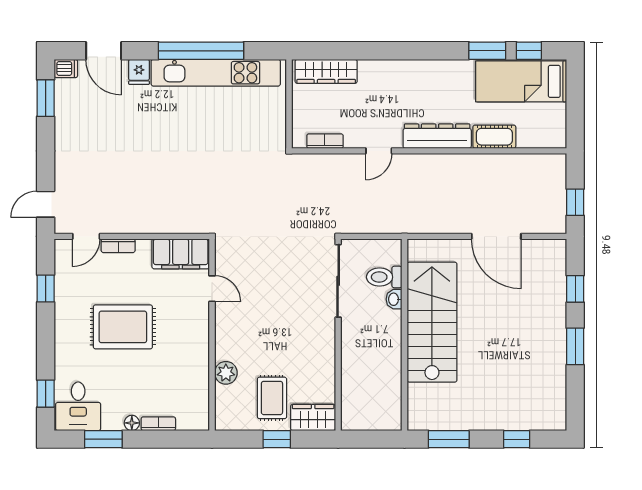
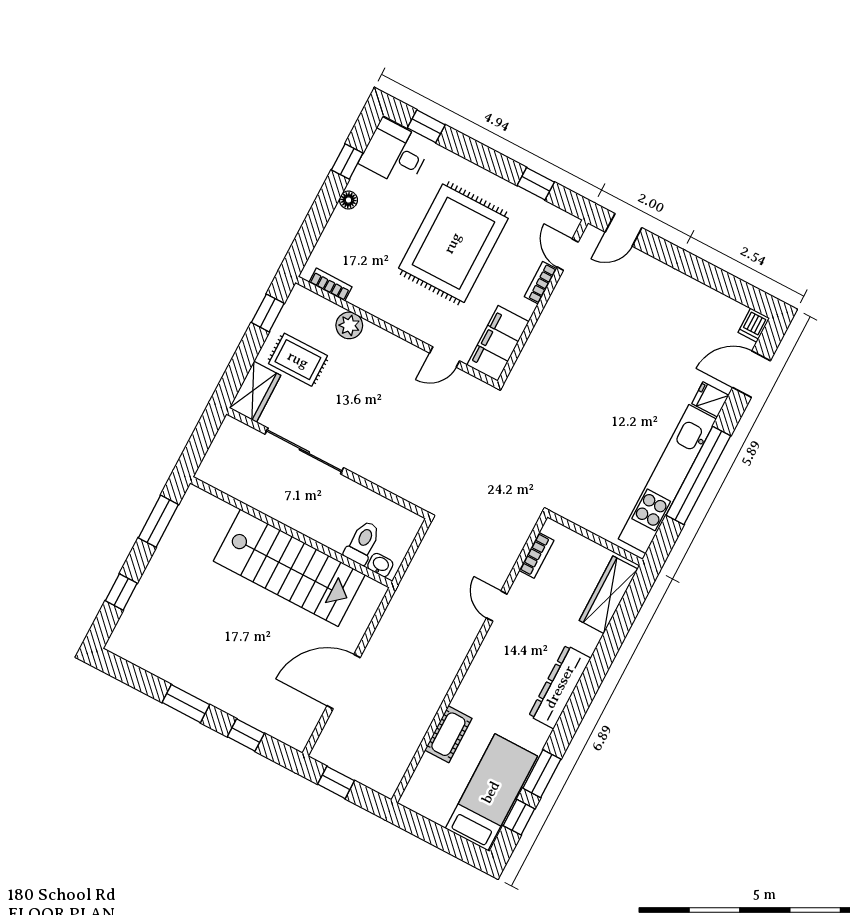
window: (46, 98) -> (734, 288), removed
dresser: (437, 136) -> (560, 687), moved, turned 180
door: (46, 204) -> (624, 230), swing flipped
sliding door: (338, 281) -> (304, 451), moved
washbasin: (394, 299) -> (380, 565), moved
rug: (123, 327) -> (453, 243), width x1.37, depth x1.44
bookcase: (158, 424) -> (330, 285), moved, turned -90
window: (103, 439) -> (347, 161), width x0.67
window: (277, 439) -> (268, 313), moved

